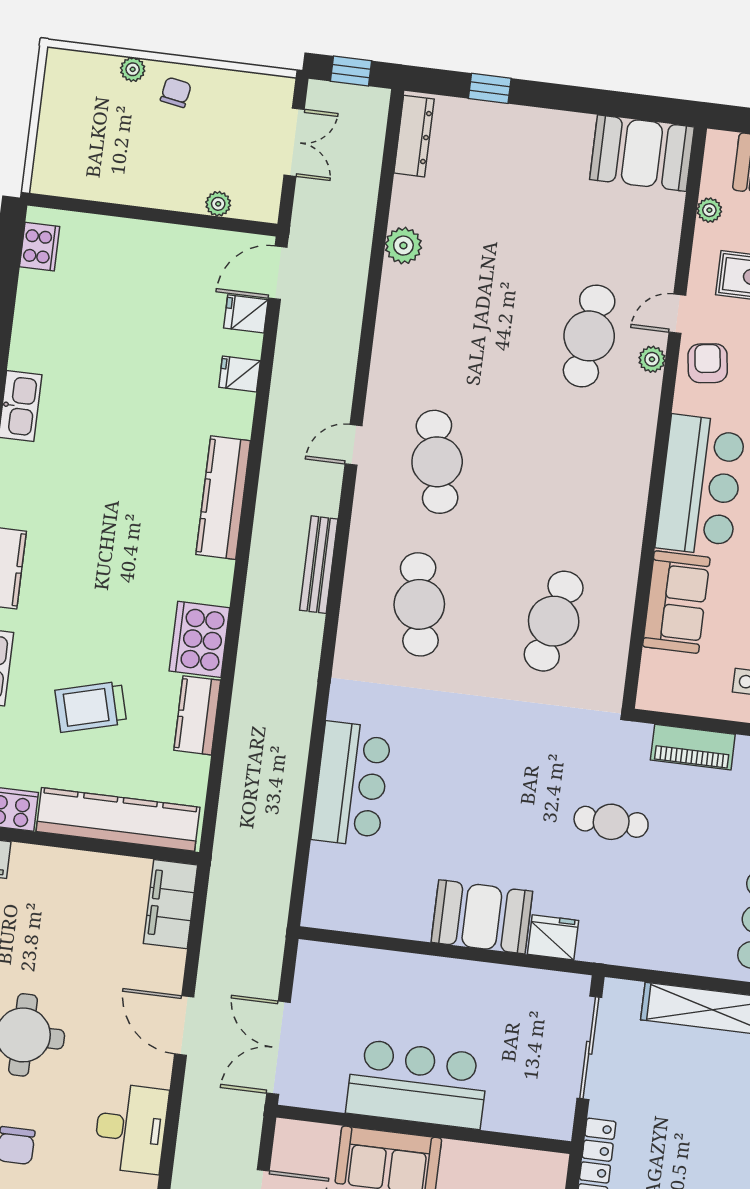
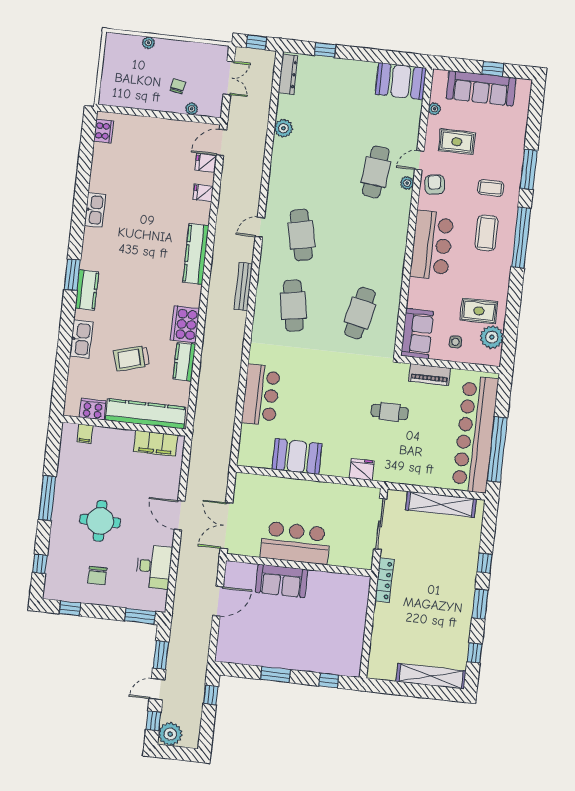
chair: (176, 92) -> (178, 86), moved
sofa: (676, 602) -> (417, 334), moved
filing cabinet: (171, 904) -> (156, 443), moved, turned -90
booth: (482, 917) -> (297, 456), moved

